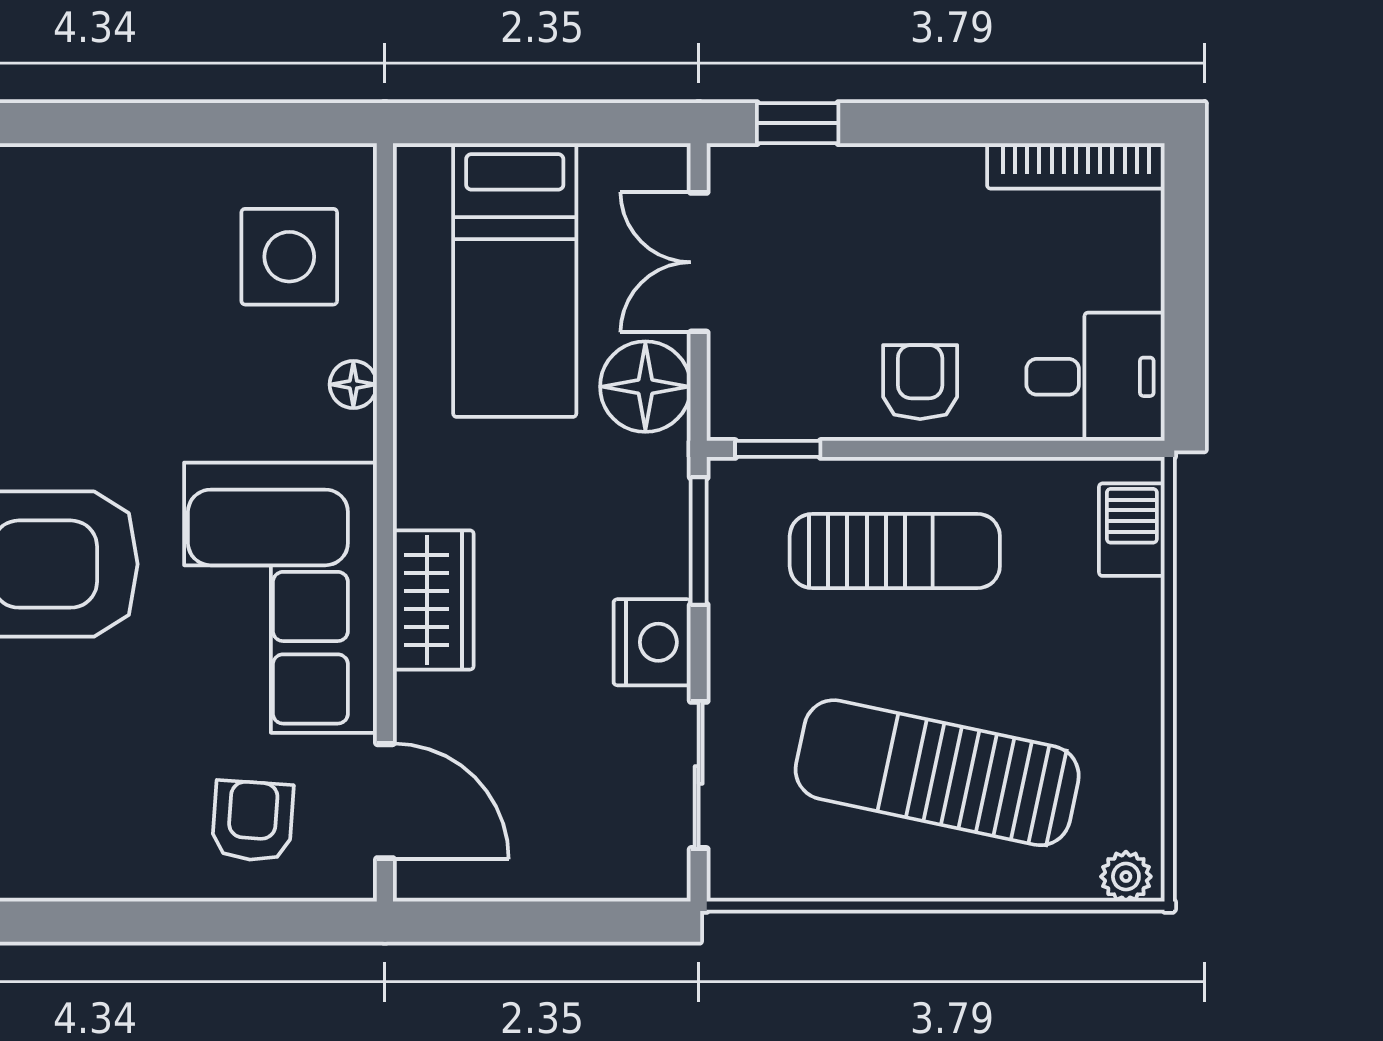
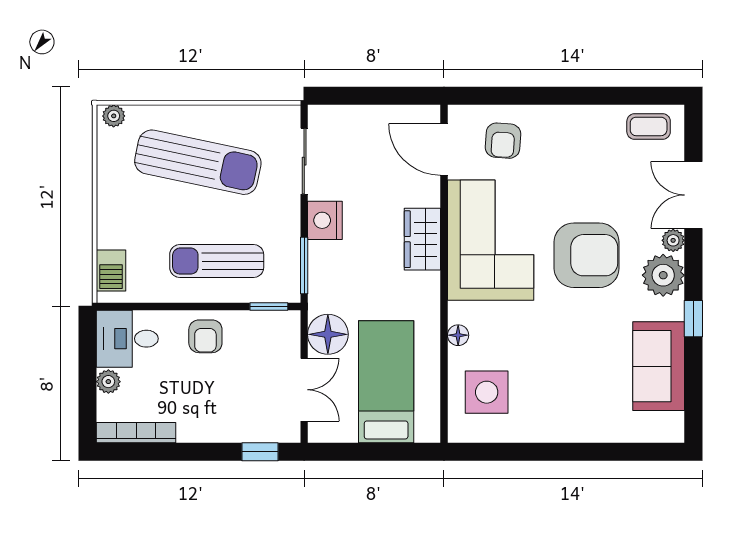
plant: (1138, 280) -> (108, 382), added

